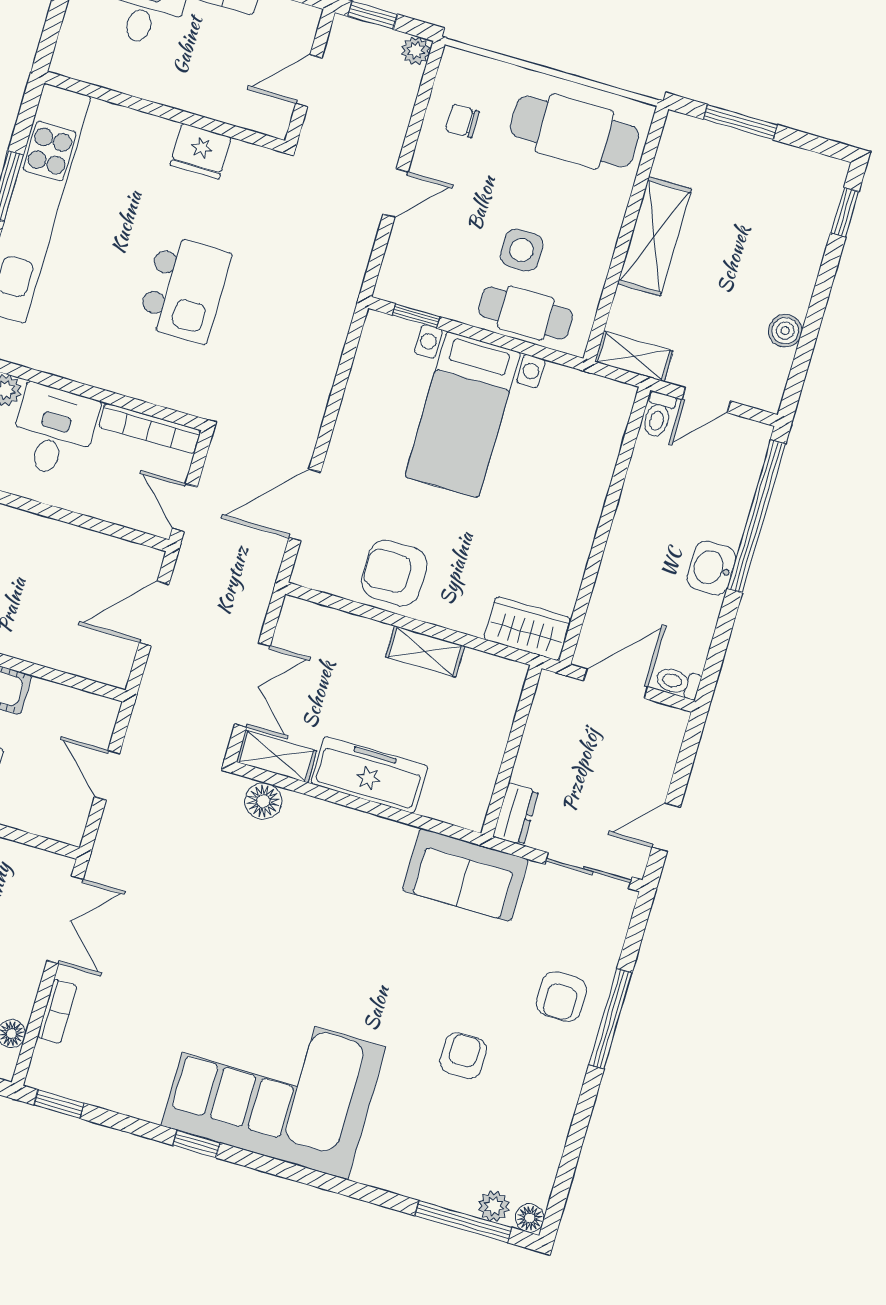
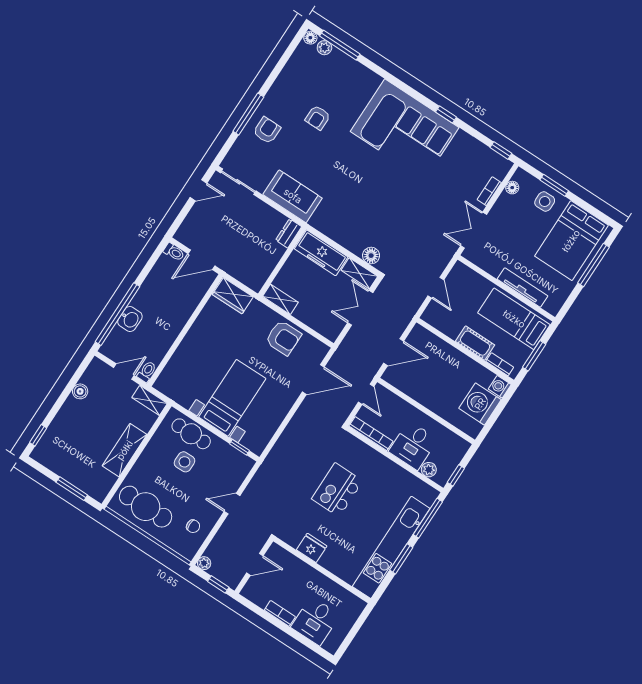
washbasin: (711, 568) -> (130, 319), moved
wall: (511, 751) -> (282, 262), moved
dresser: (516, 814) -> (289, 233), moved

